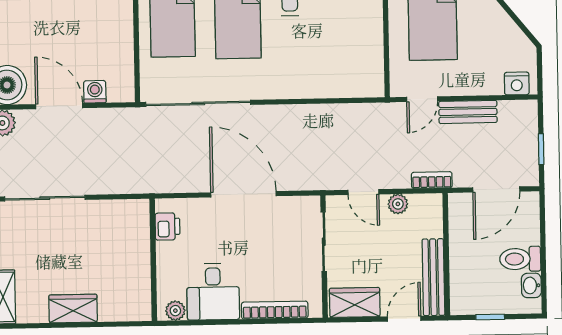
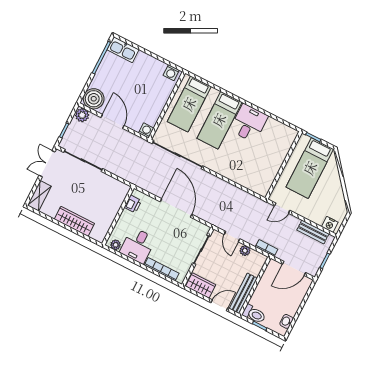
washing machine: (95, 92) -> (146, 131), moved
bench: (468, 112) -> (313, 232), moved
toilet: (520, 259) -> (254, 314), moved, turned 180
wardrobe: (73, 309) -> (74, 221), width x1.50

